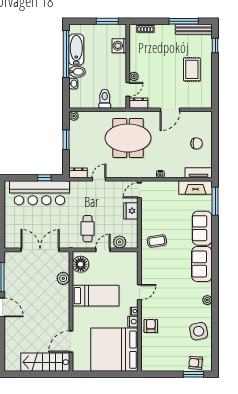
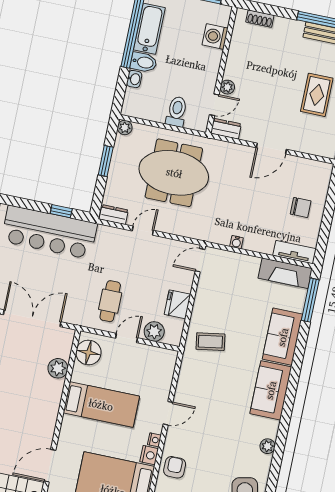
meeting table: (128, 138) -> (174, 173), moved
fridge: (131, 211) -> (177, 304), moved

